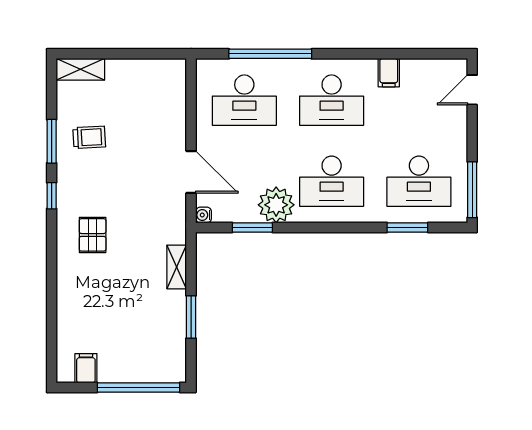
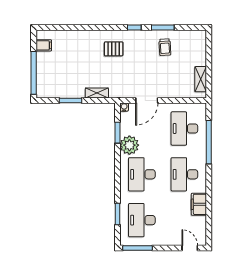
shelving: (80, 69) -> (201, 79), moved
filing cabinet: (389, 73) -> (199, 204), width x2.00

